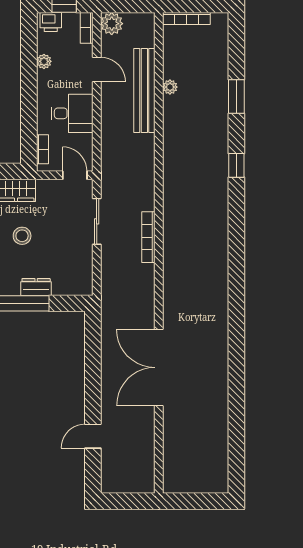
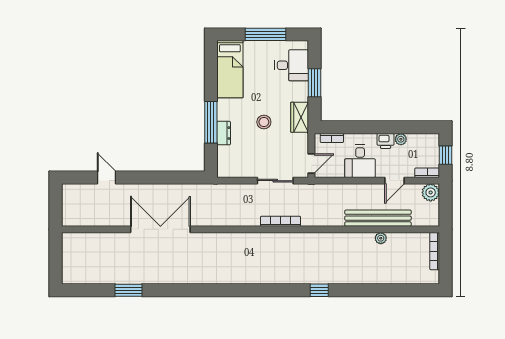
printer: (51, 22) -> (386, 141), moved, turned -90
window: (236, 97) -> (128, 290), moved
bookcase: (148, 237) -> (280, 221), moved

